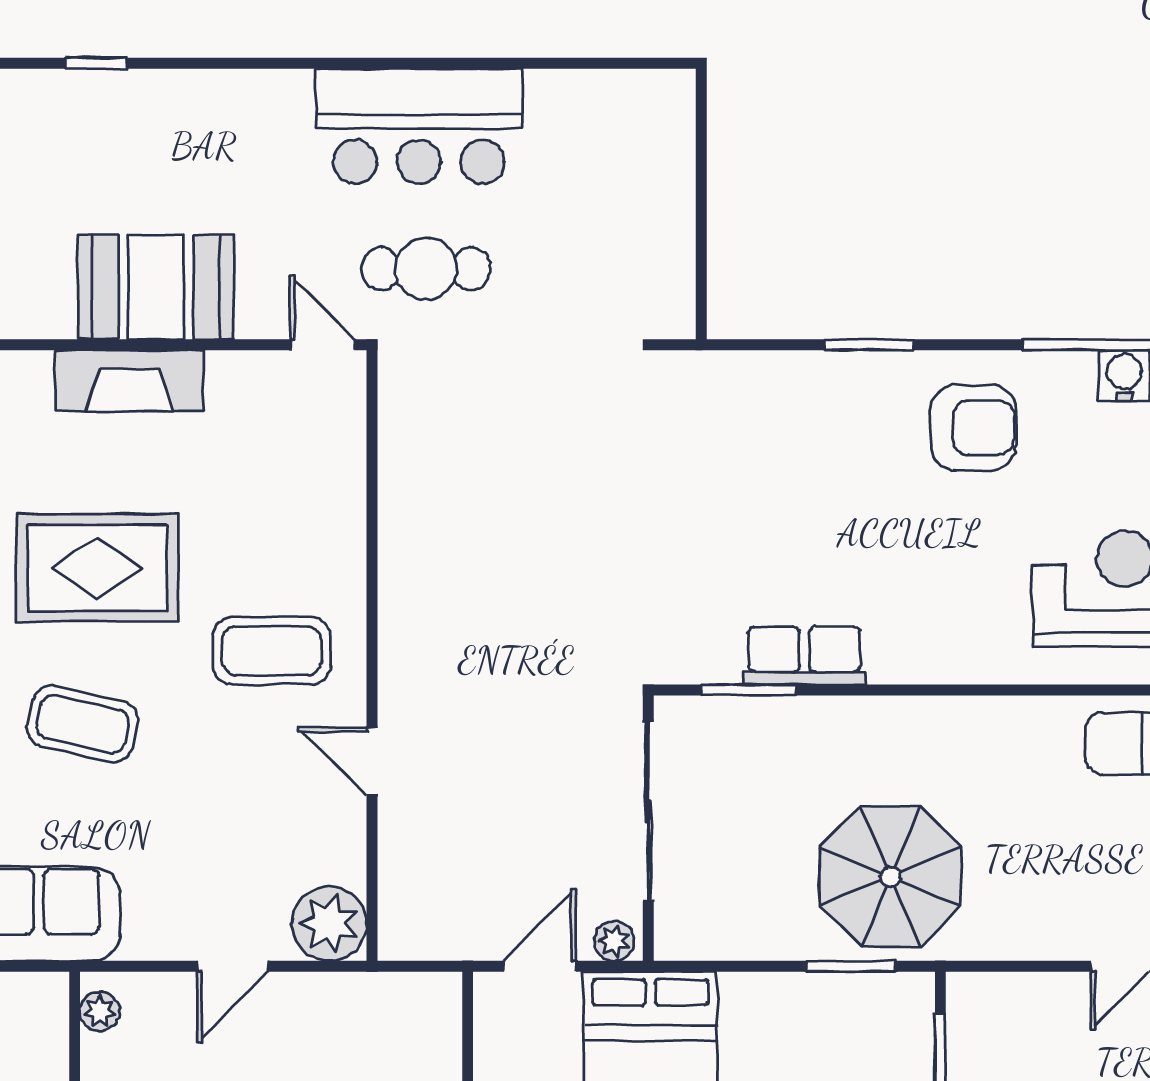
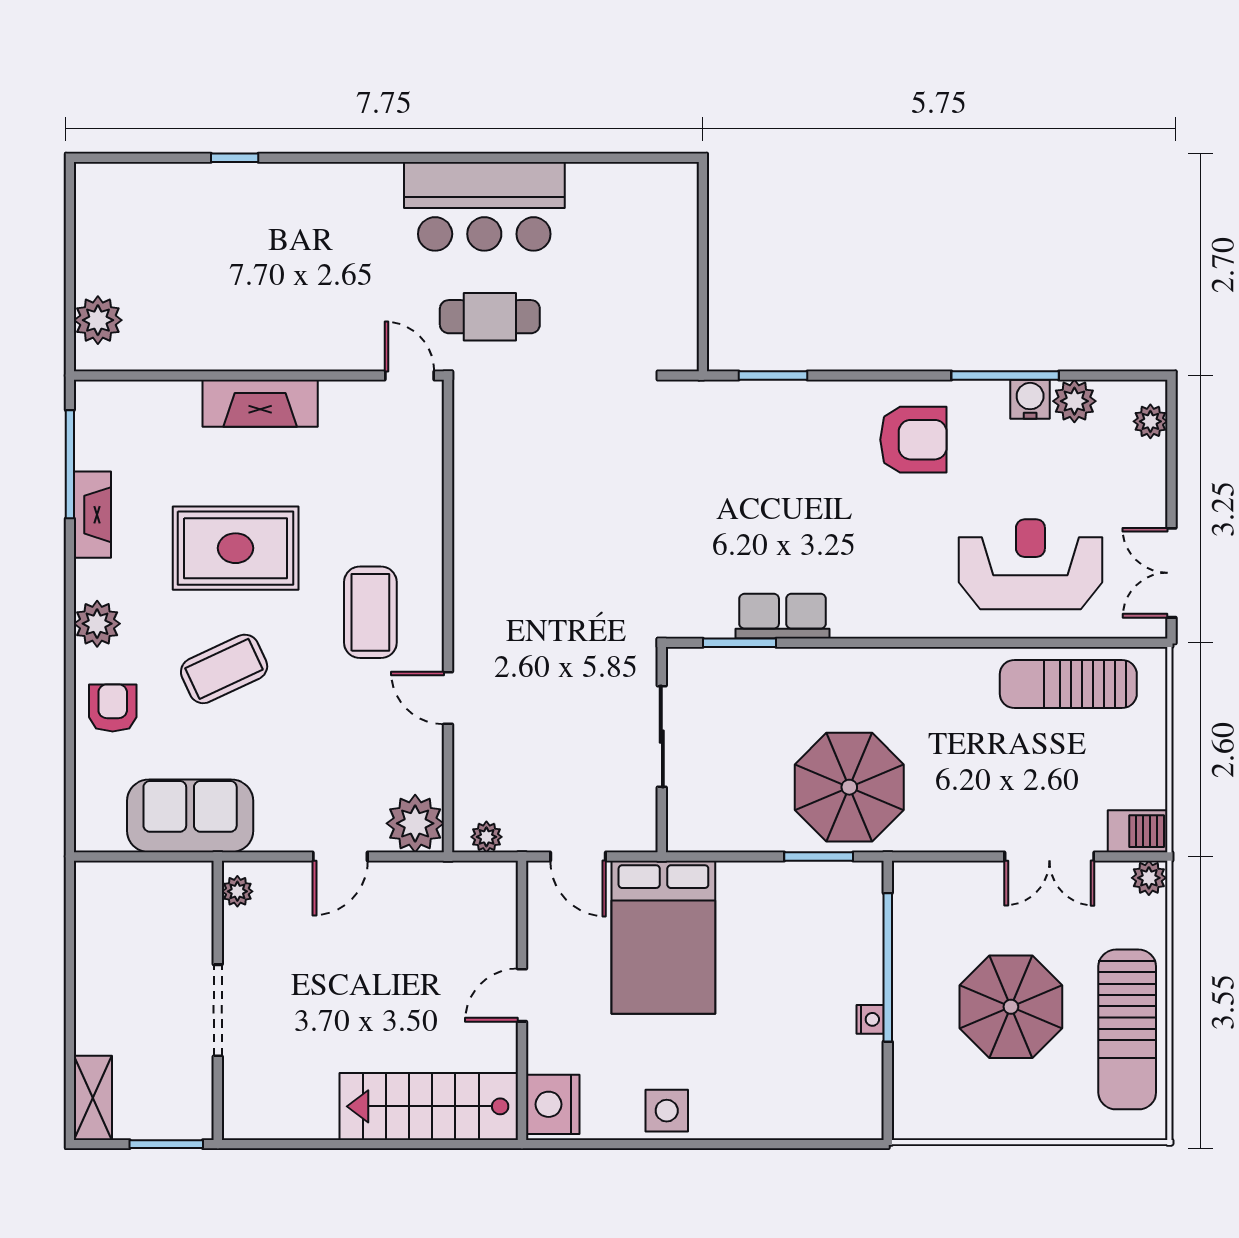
booth: (156, 287) -> (281, 331), removed
window: (869, 345) -> (773, 375), moved
coffee table: (272, 651) -> (370, 612), turned 90
coffee table: (83, 724) -> (224, 669), turned -38
sliding door: (648, 811) -> (662, 737), width x0.73
plant: (614, 941) -> (486, 837), moved
door: (540, 966) -> (578, 856), swing flipped

